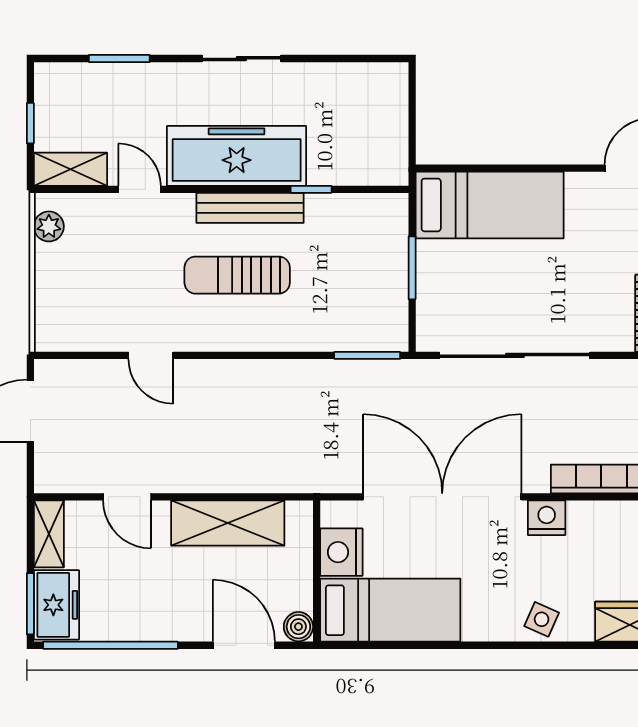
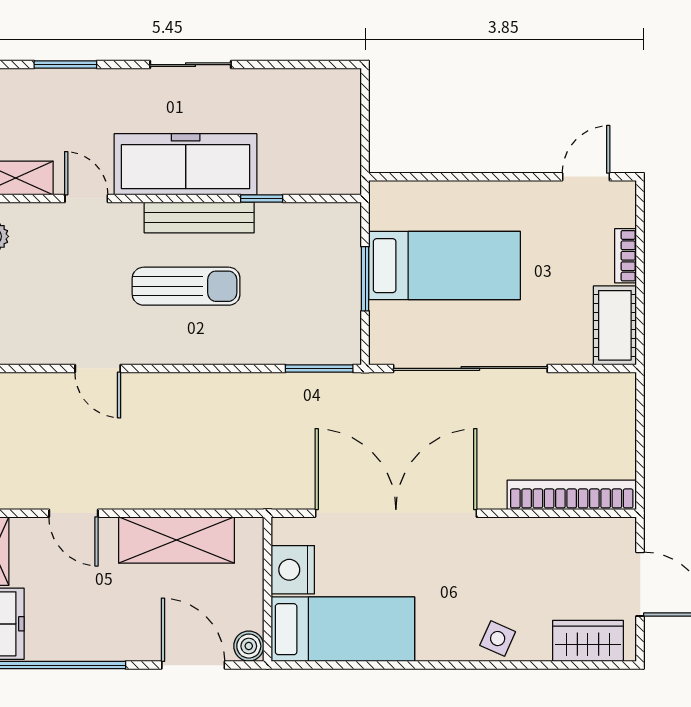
bed: (490, 205) -> (445, 266), moved
sun lounger: (237, 275) -> (186, 286), turned 180
nightstand: (547, 518) -> (503, 535), removed

